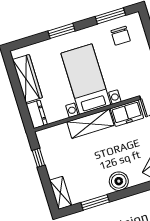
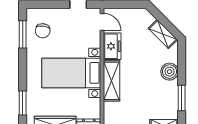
window: (62, 31) -> (23, 103), moved
chair: (121, 36) -> (43, 31), turned 97

